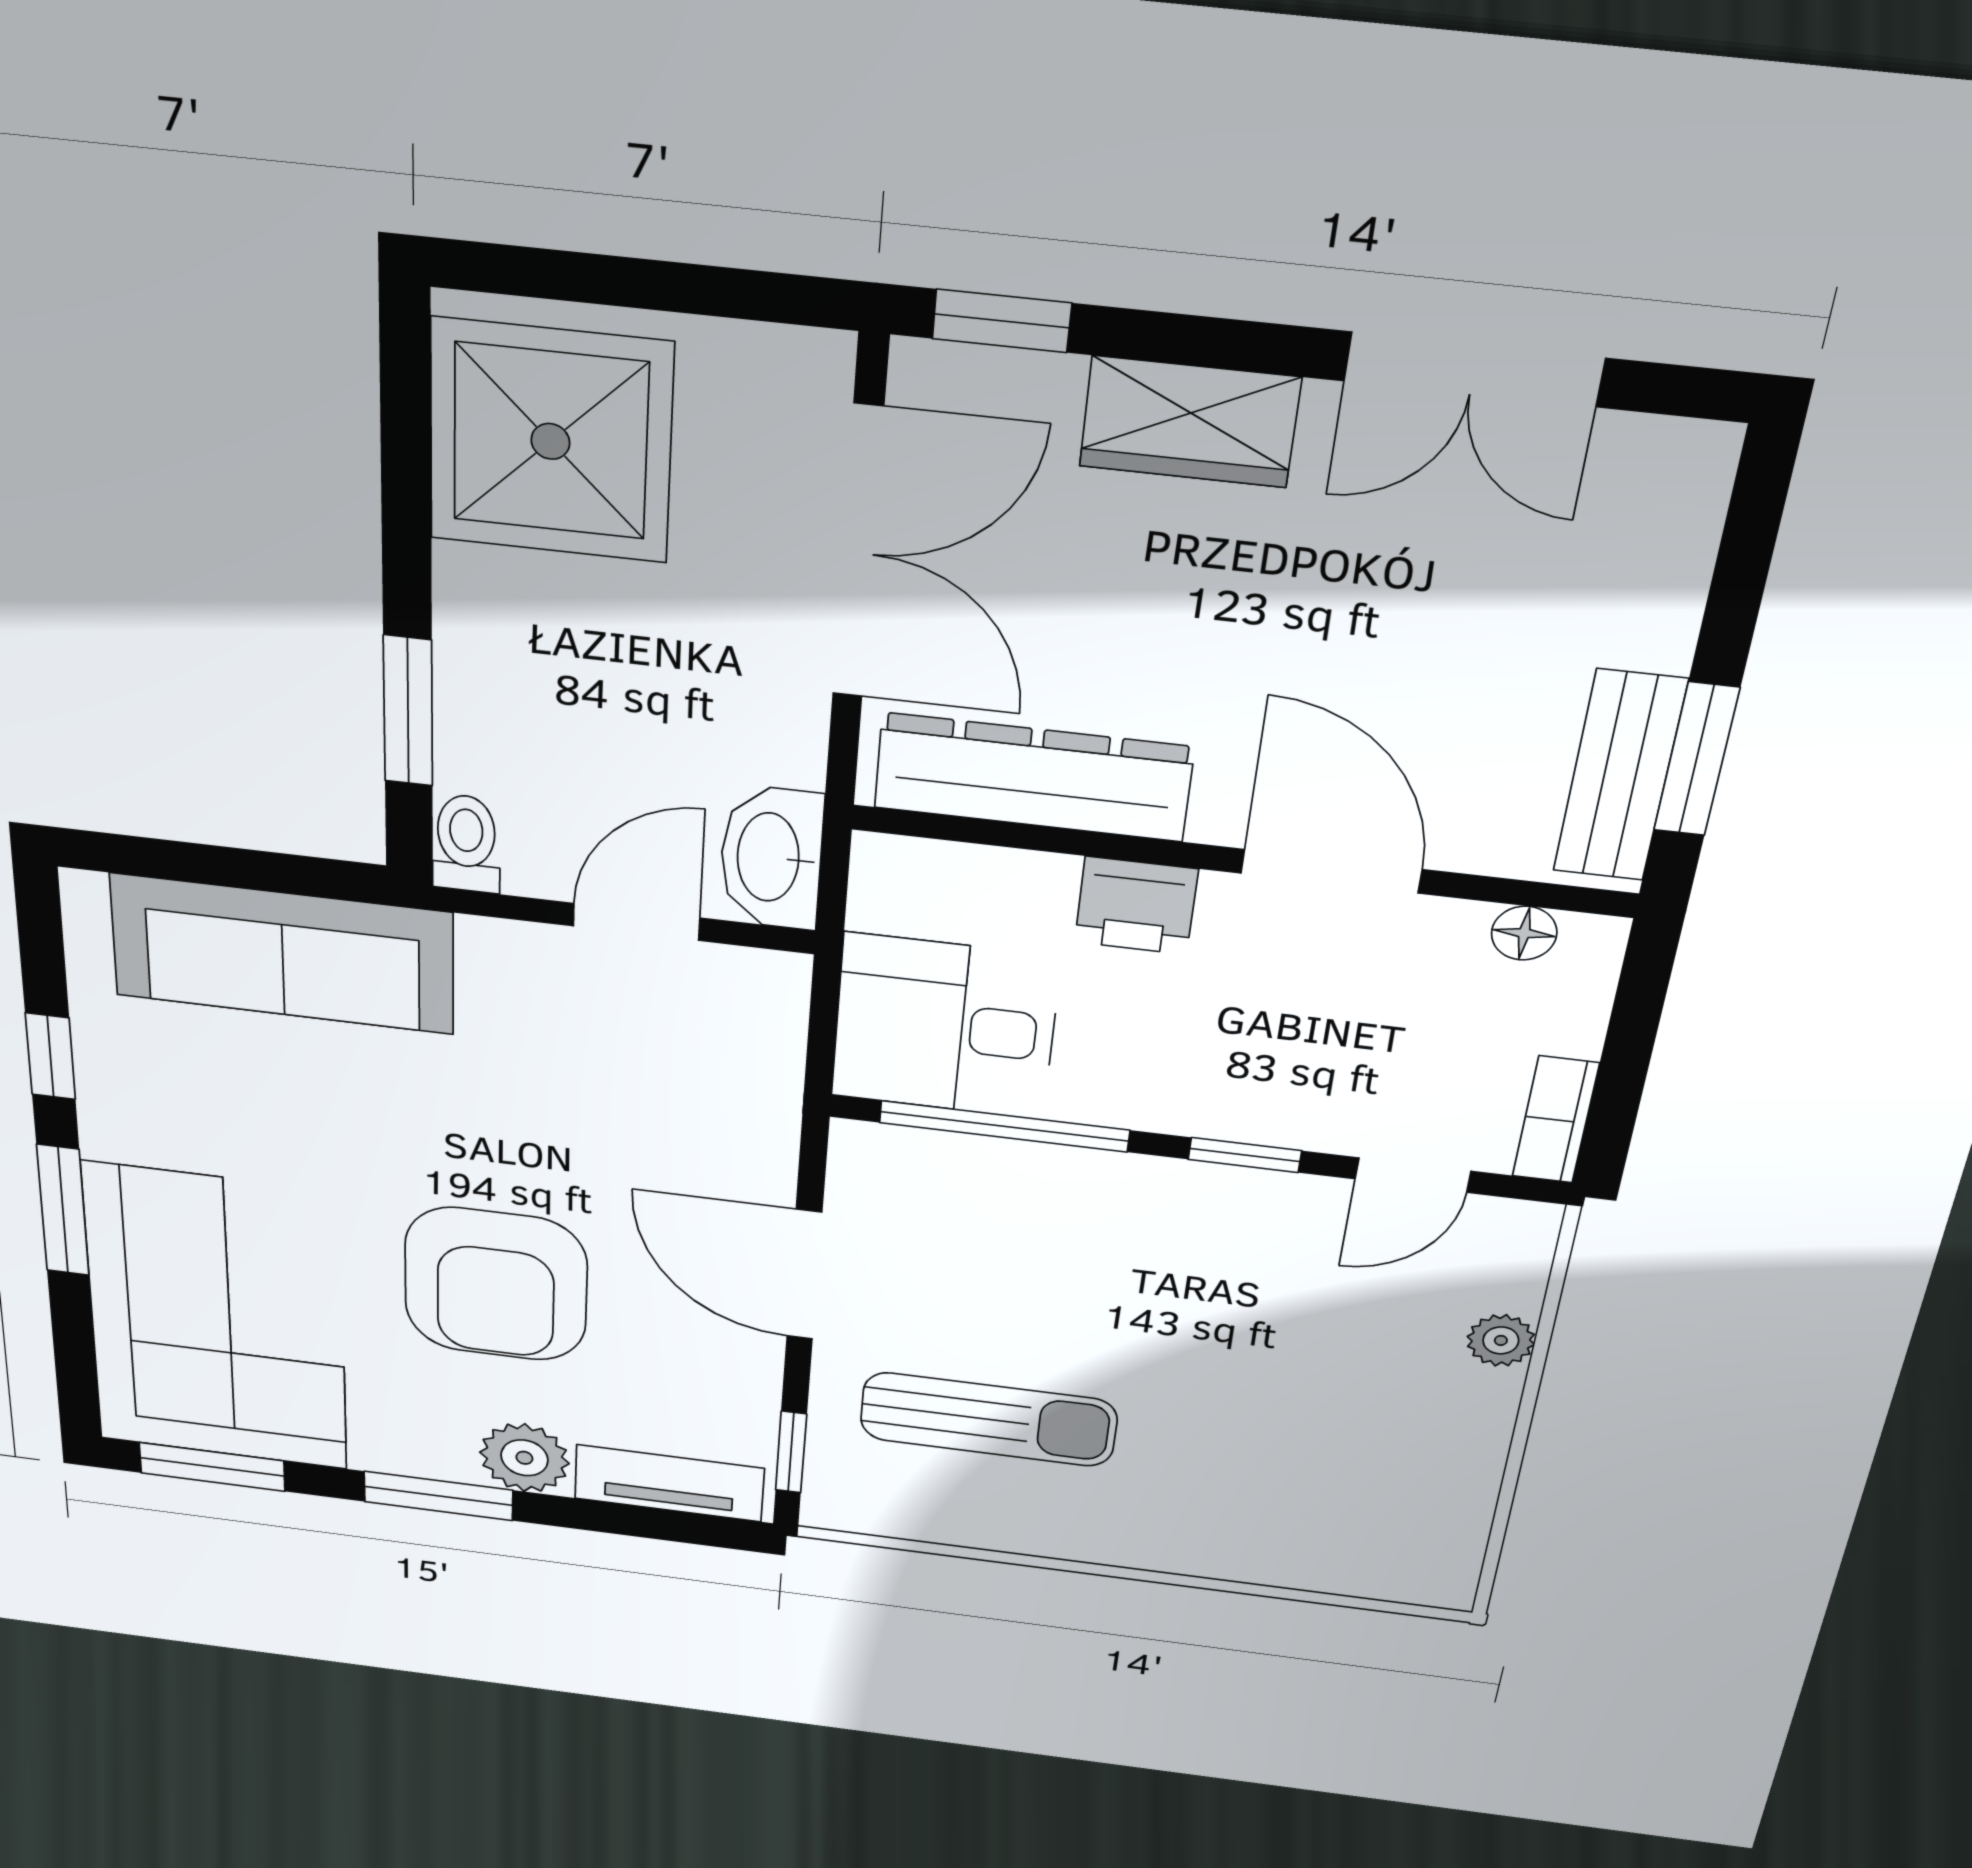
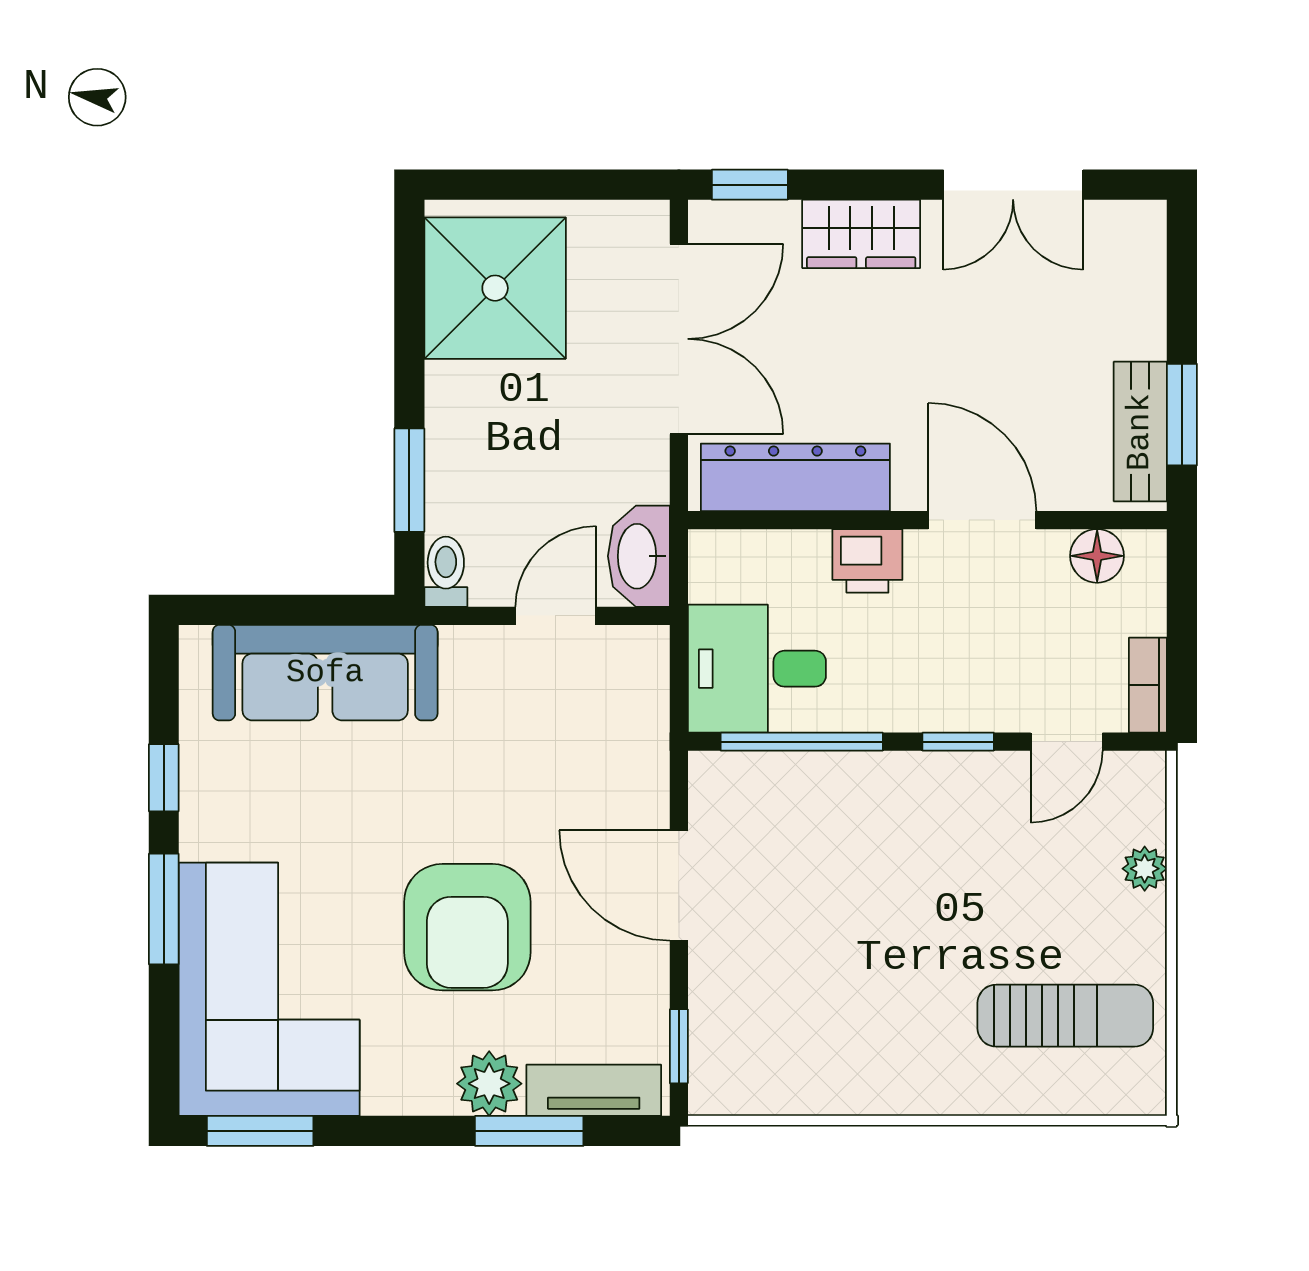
floor lamp: (1524, 933) -> (1097, 556), width x1.37, depth x1.37
sun lounger: (988, 1419) -> (1065, 1016), moved
window: (438, 1496) -> (529, 1131), moved

